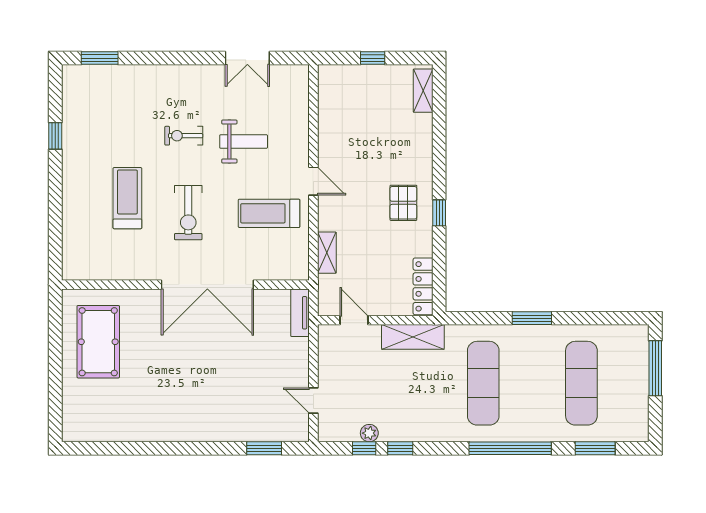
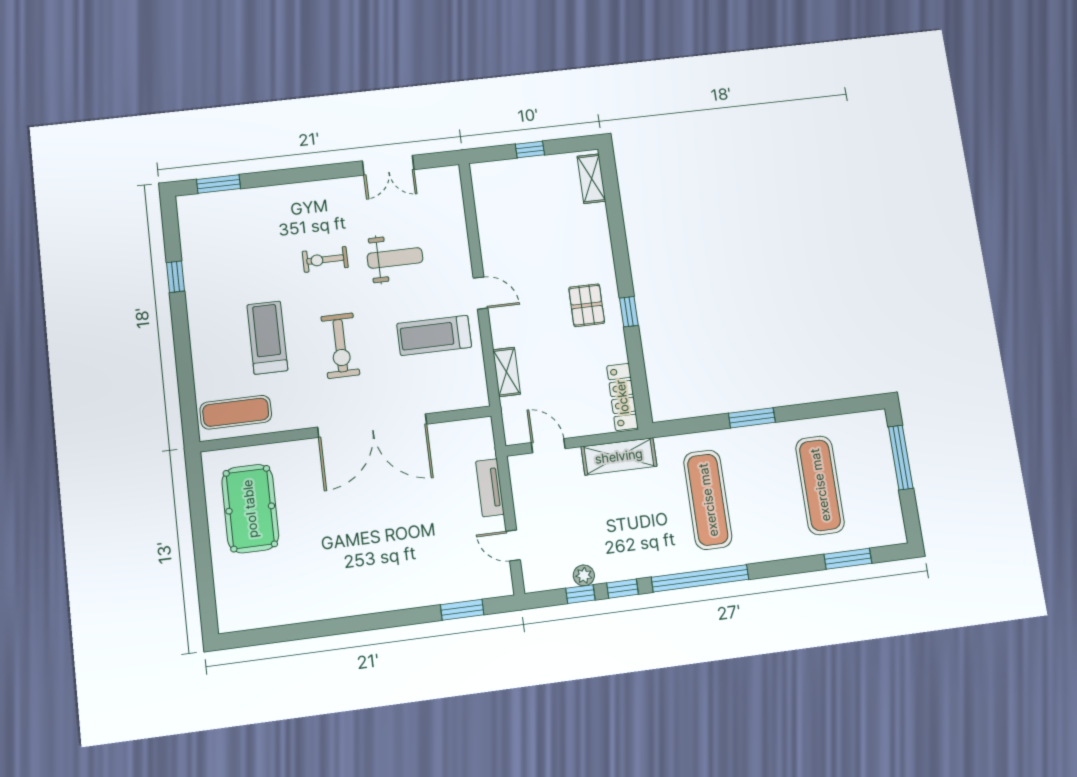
exercise mat: (94, 259) -> (236, 412), added
tv unit: (300, 313) -> (490, 488), moved
window: (510, 448) -> (700, 578), moved

